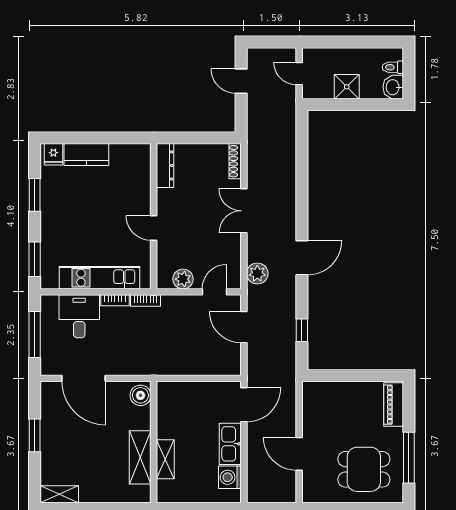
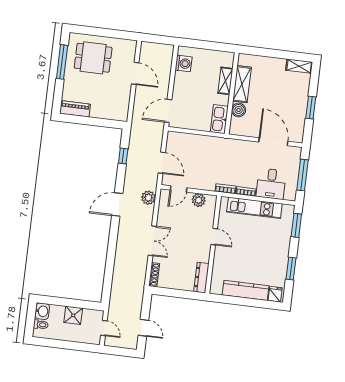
kitchen counter: (86, 155) -> (246, 290), width x1.50
boiler: (140, 395) -> (239, 110), moved
piano: (394, 405) -> (75, 109), moved, turned -90
kitchen sink: (230, 444) -> (219, 119), moved, turned 180

